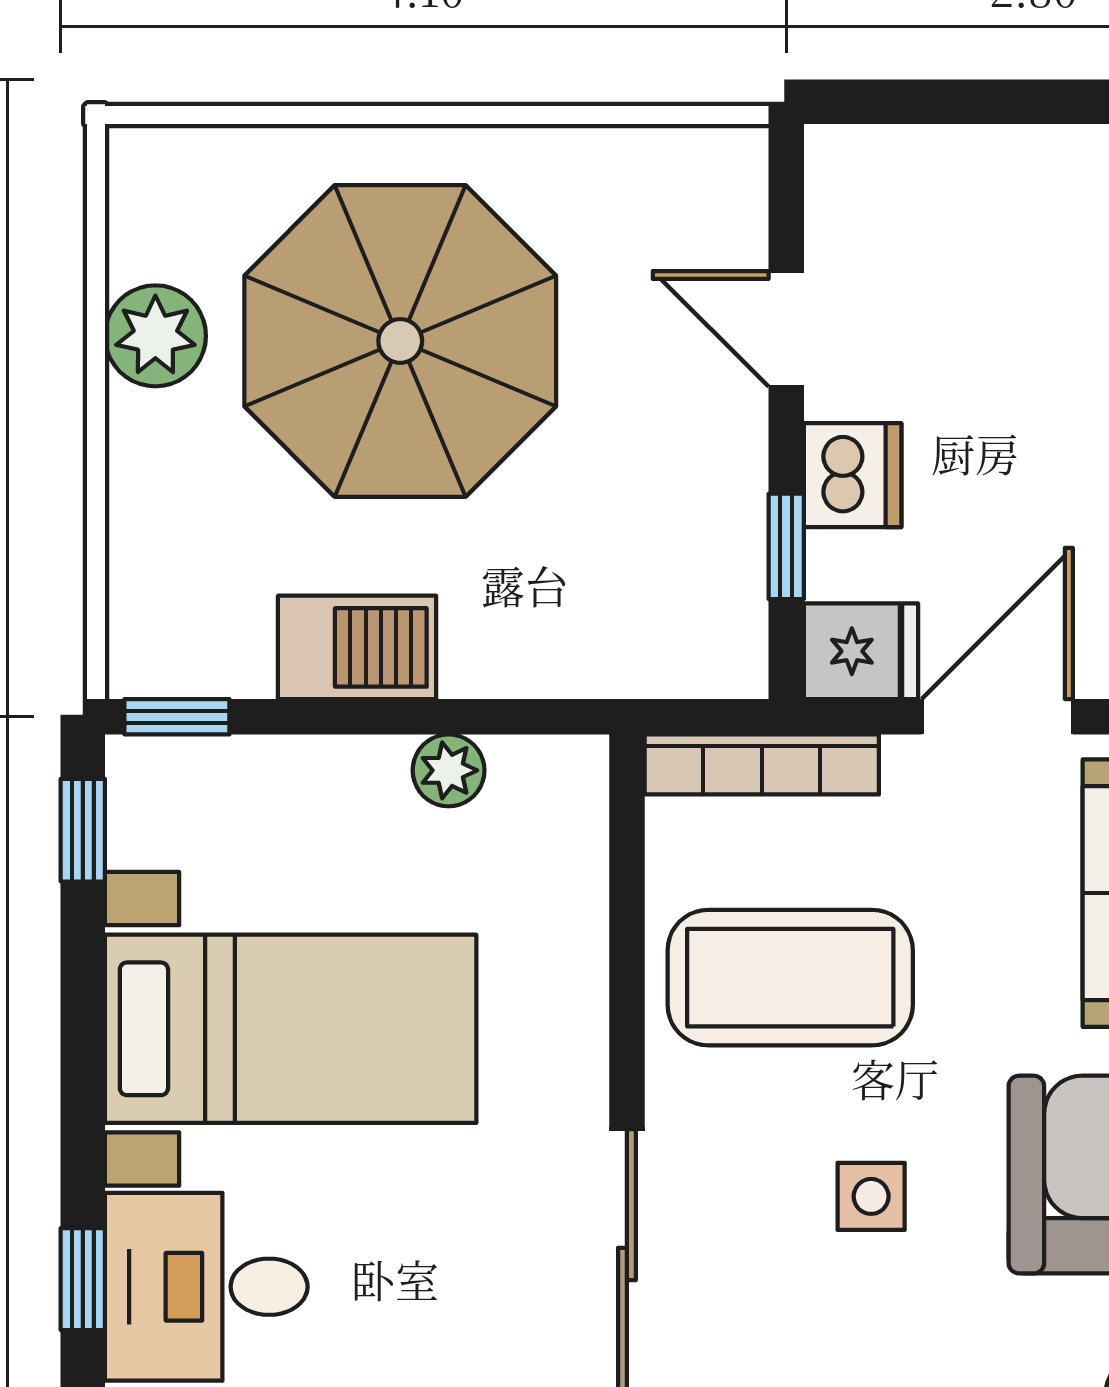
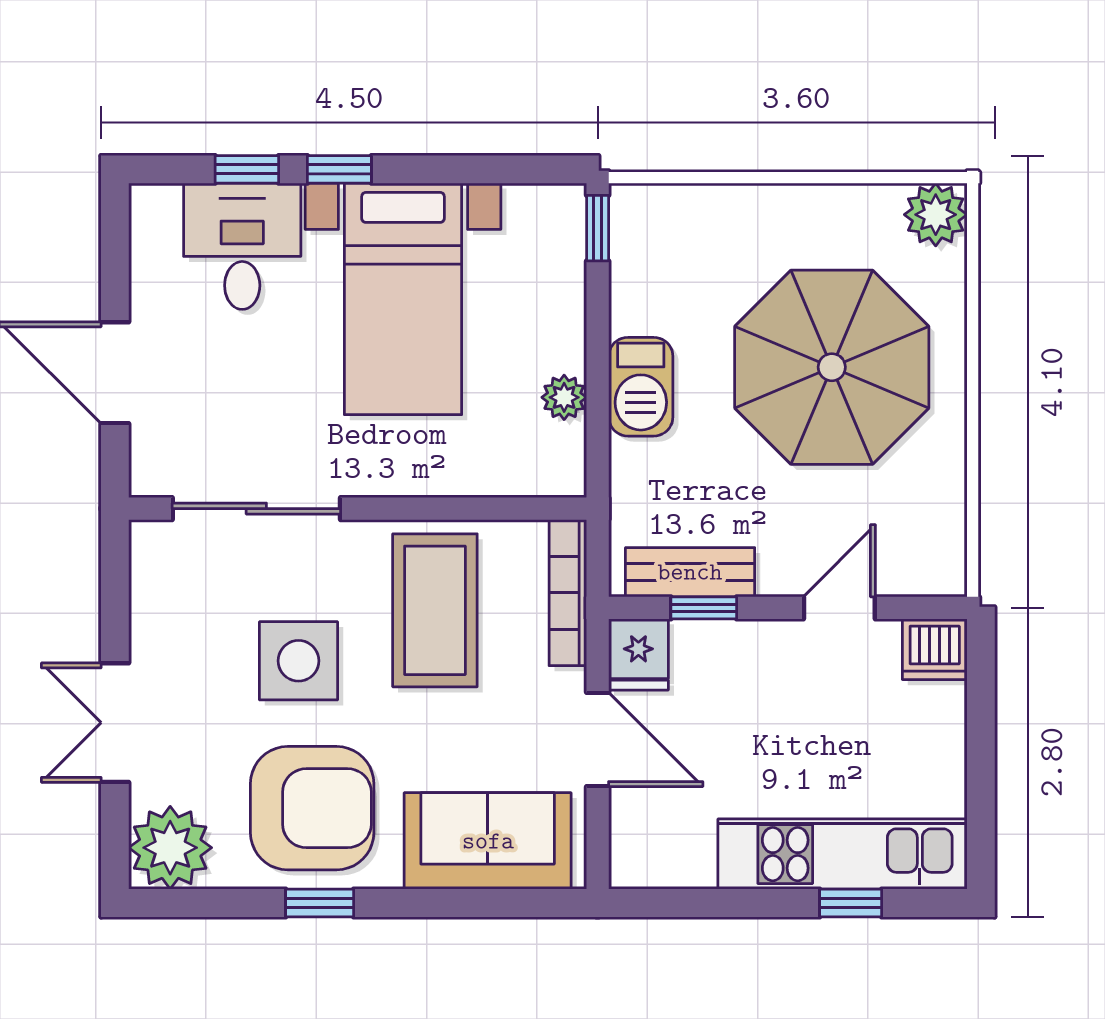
plant: (155, 336) -> (936, 215), moved
dishwasher: (853, 475) -> (935, 649), moved
bench: (729, 568) -> (690, 572), added
barbecue: (357, 647) -> (641, 387), moved
window: (83, 830) -> (339, 169), moved
side table: (871, 1196) -> (298, 661), width x1.87, depth x1.87

